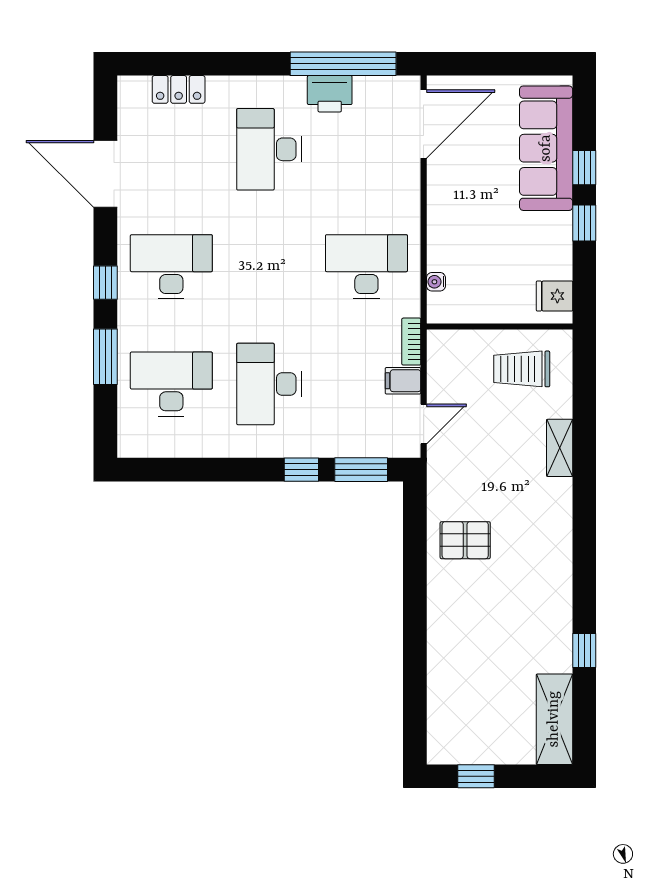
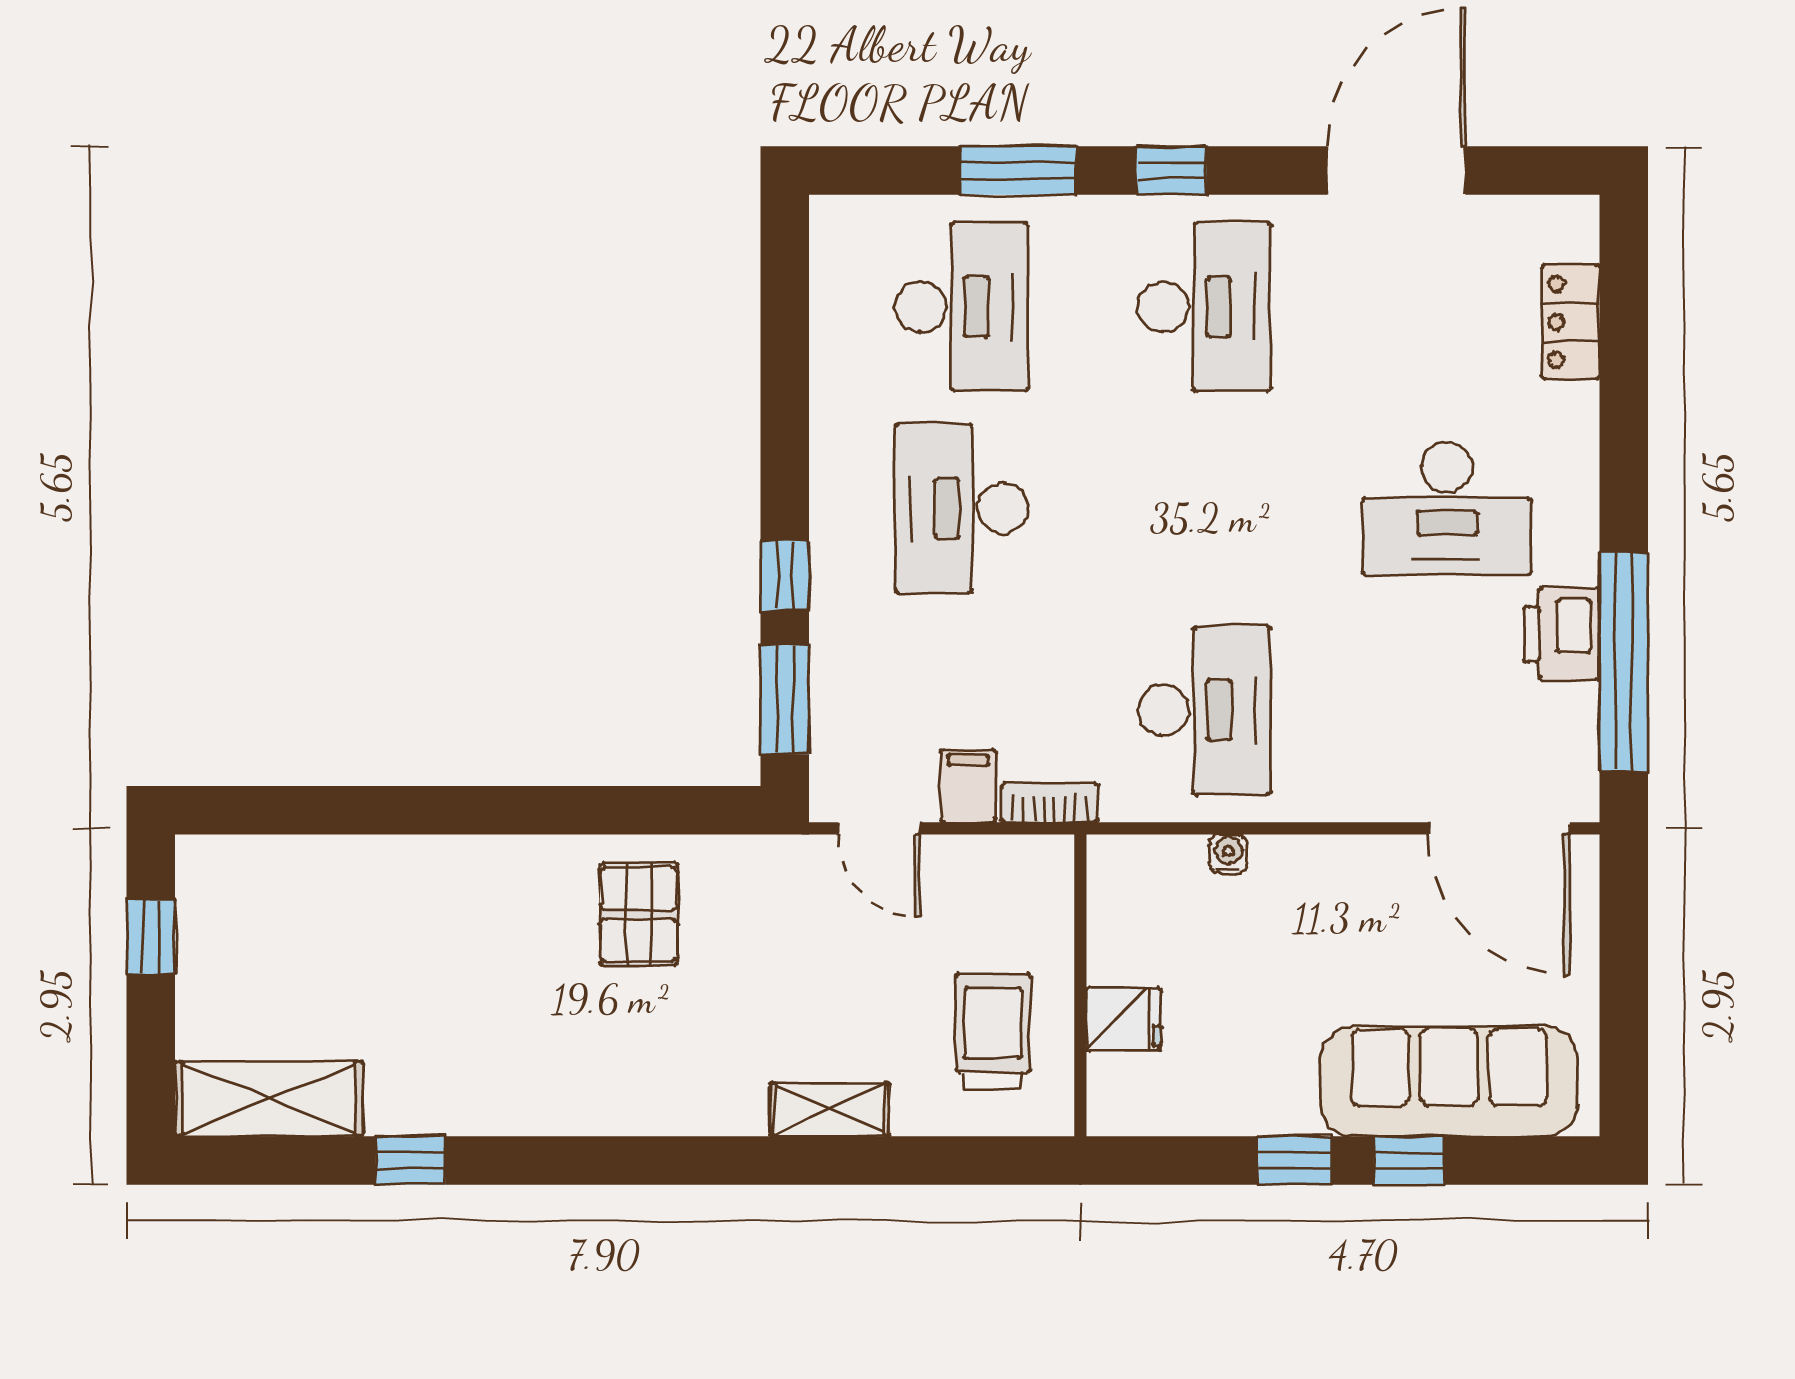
desk: (269, 149) -> (1447, 508), turned 180
water cooler: (436, 282) -> (1228, 854), moved
fridge: (554, 296) -> (1124, 1019), moved, turned 90
desk: (269, 384) -> (962, 508), turned -90

